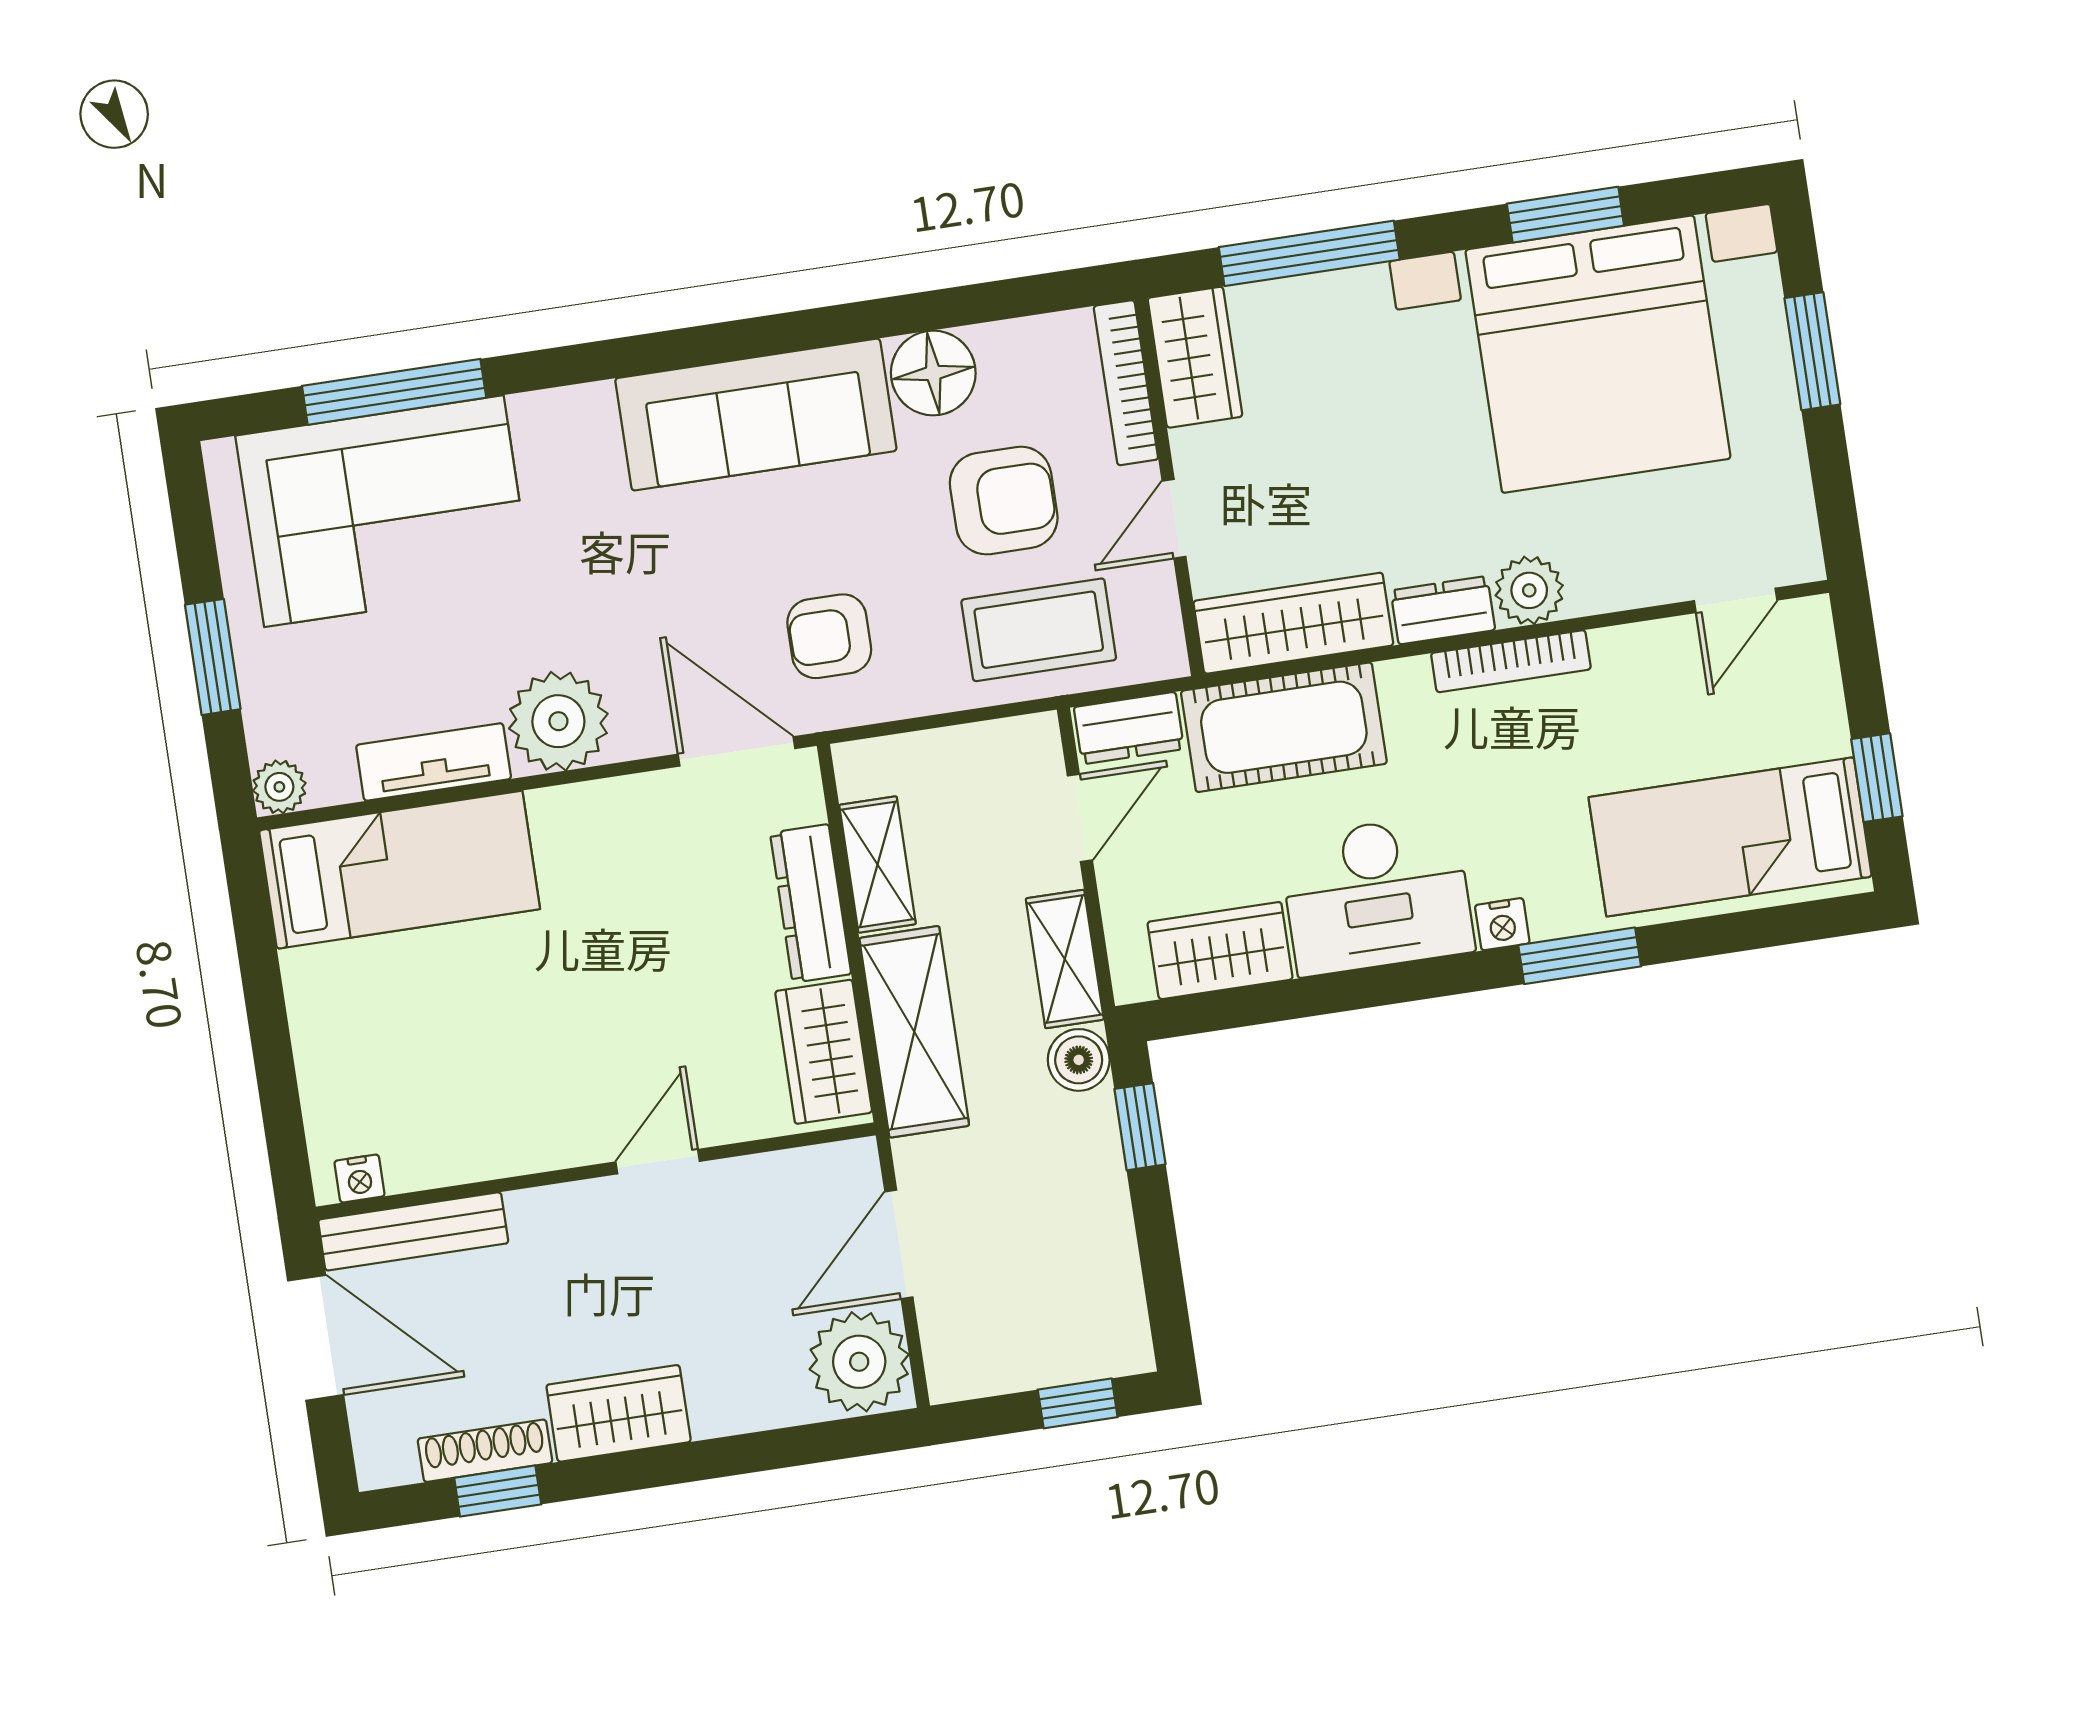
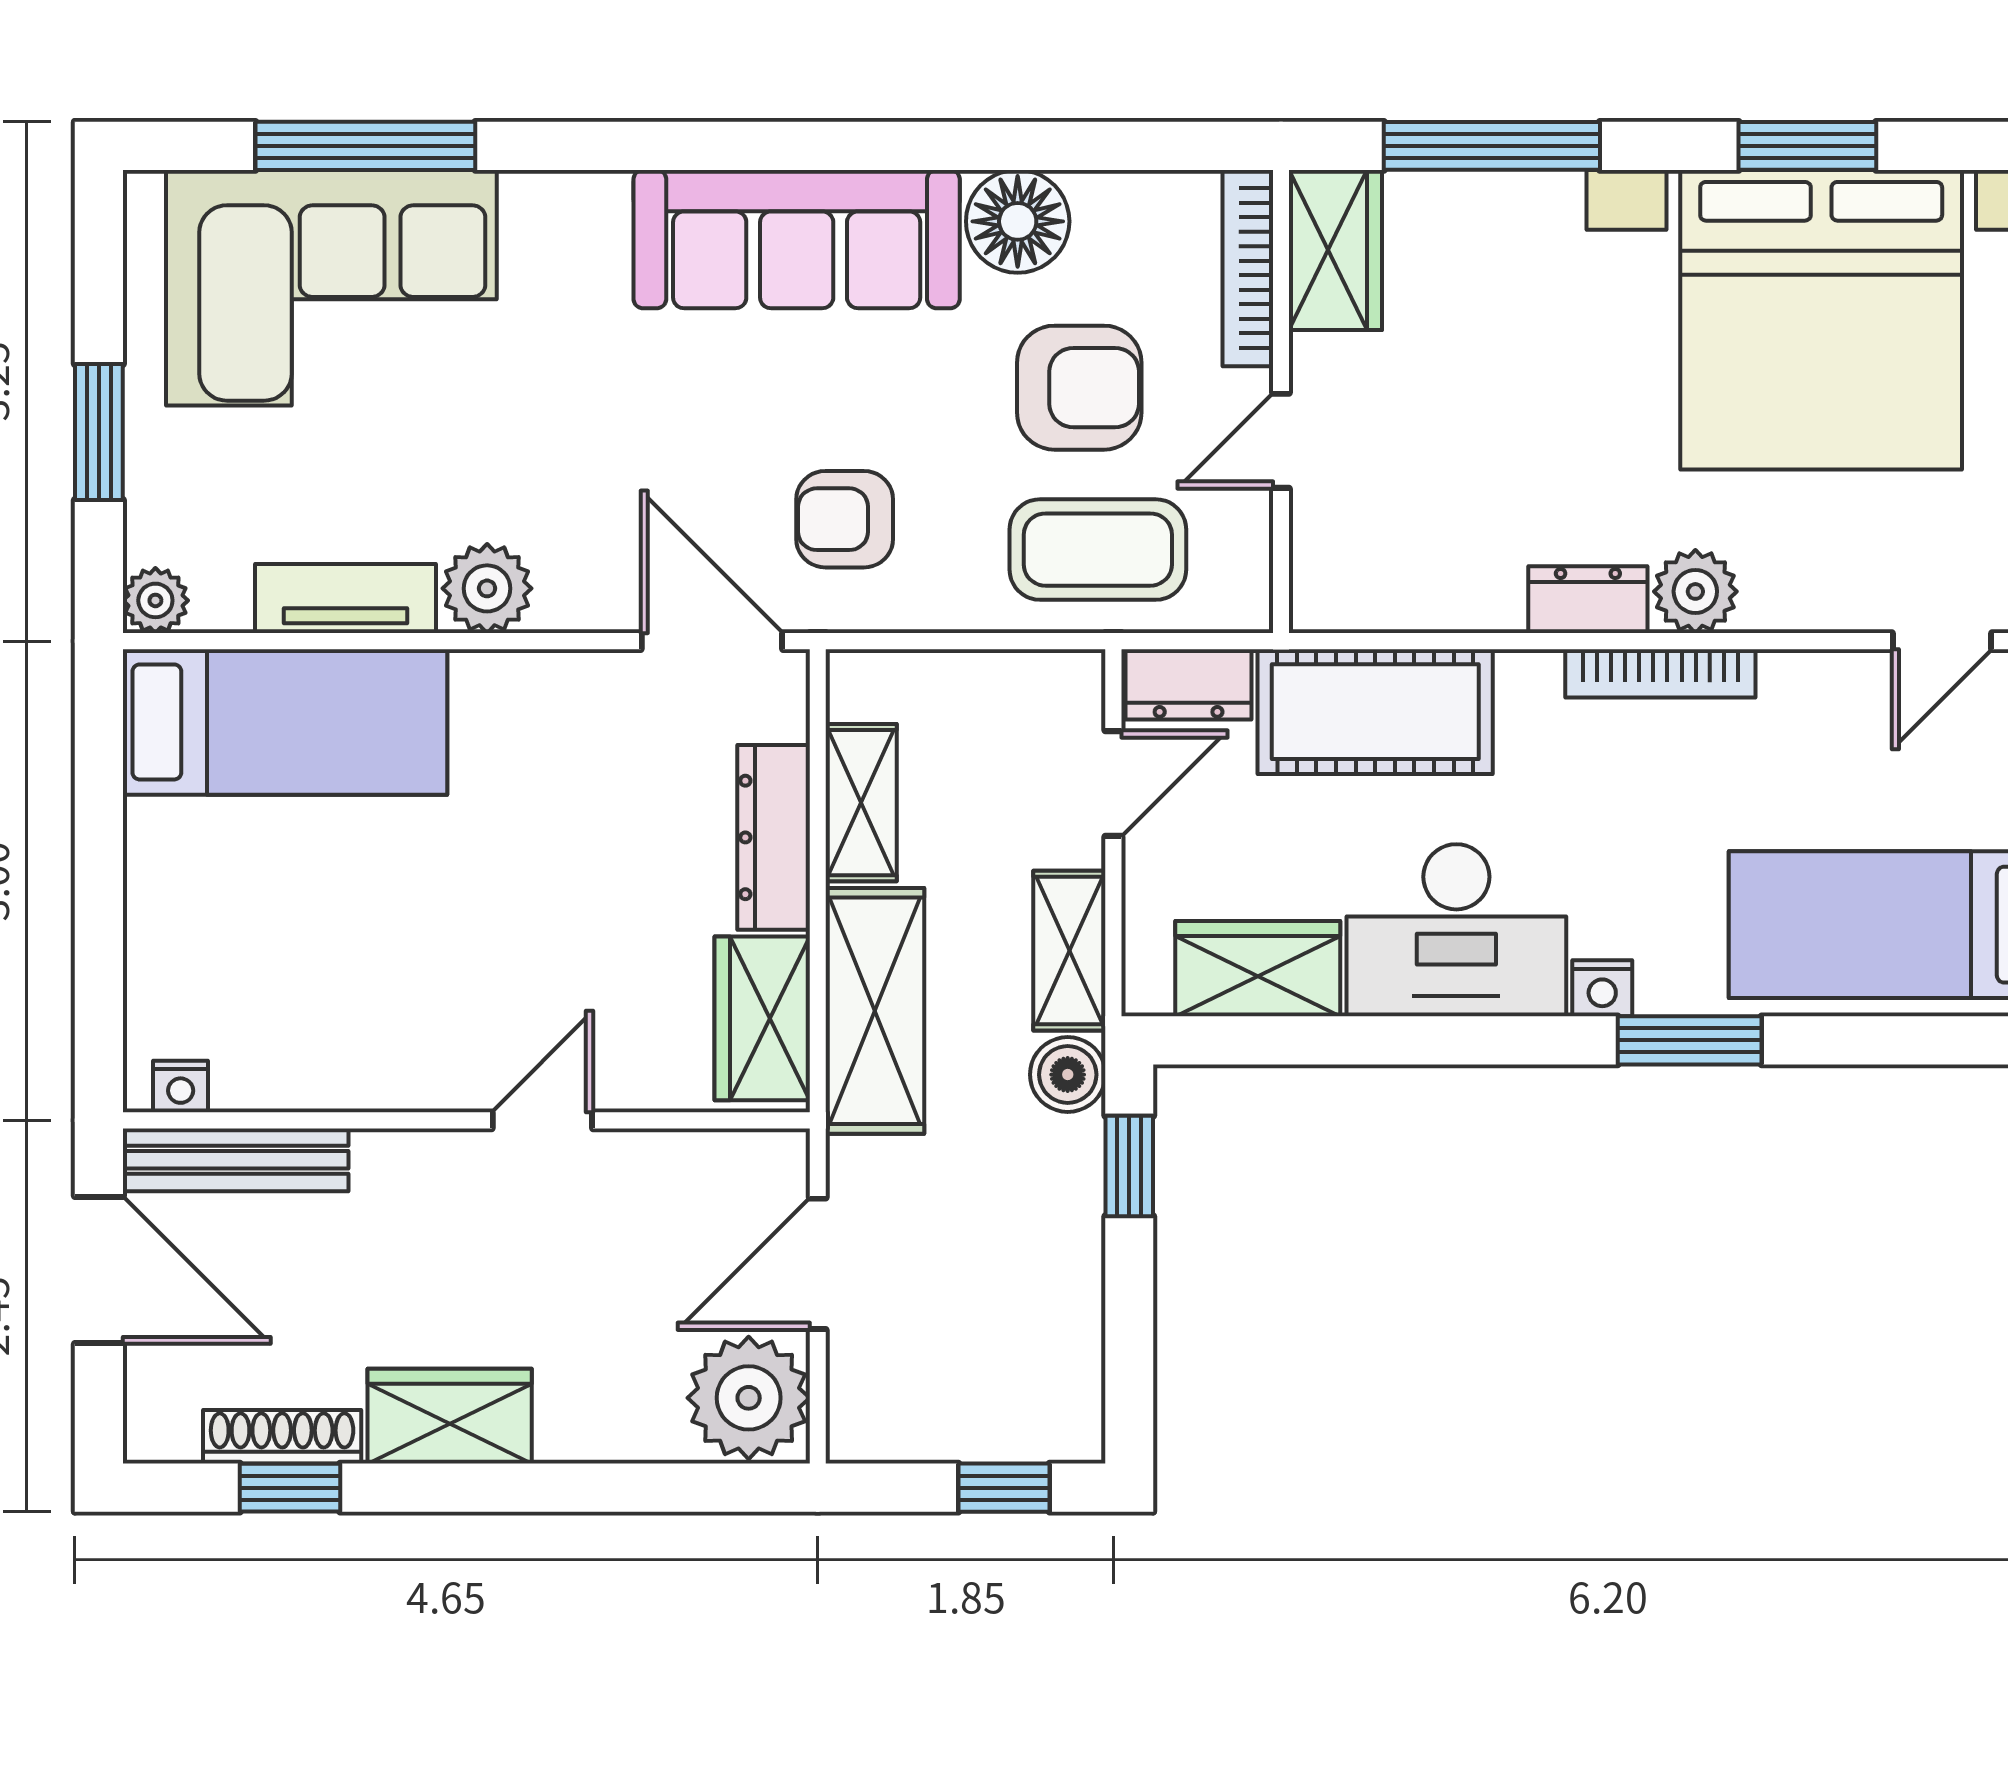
wardrobe: (1293, 623) -> (1406, 588), removed
plant: (558, 721) -> (487, 588), width x0.73, depth x0.73

